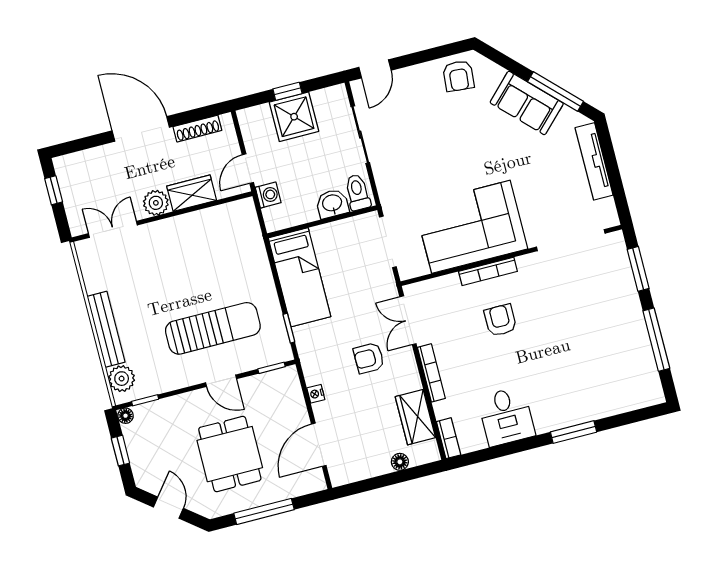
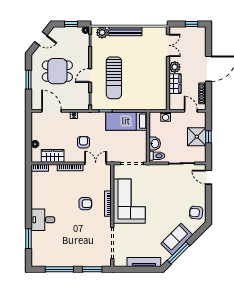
door: (248, 169) -> (191, 111), moved
desk: (506, 416) -> (43, 220), moved
window: (574, 432) -> (29, 239), moved
window: (264, 511) -> (29, 80), width x0.69

